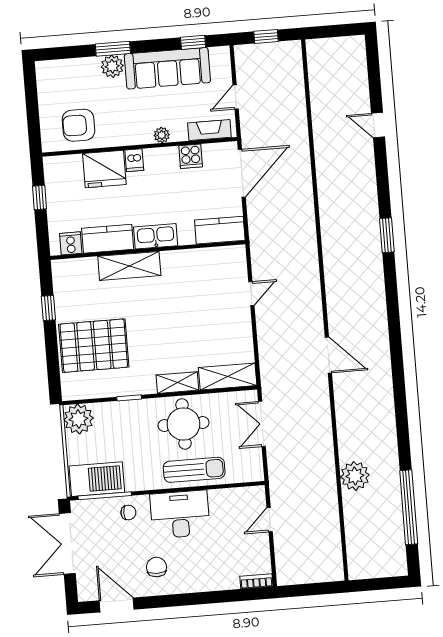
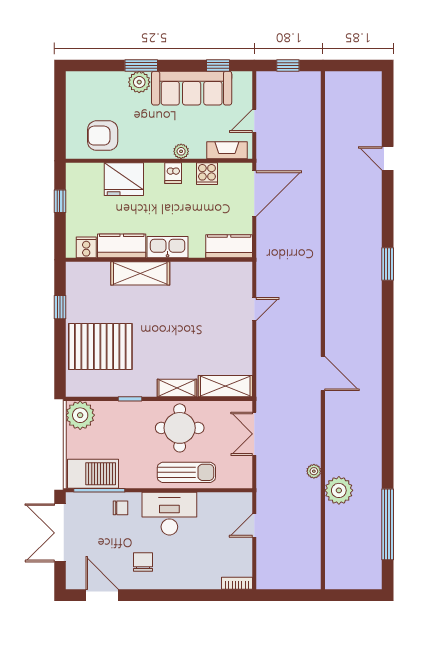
dishwasher: (134, 160) -> (173, 173), moved
plant: (327, 458) -> (314, 471), added

